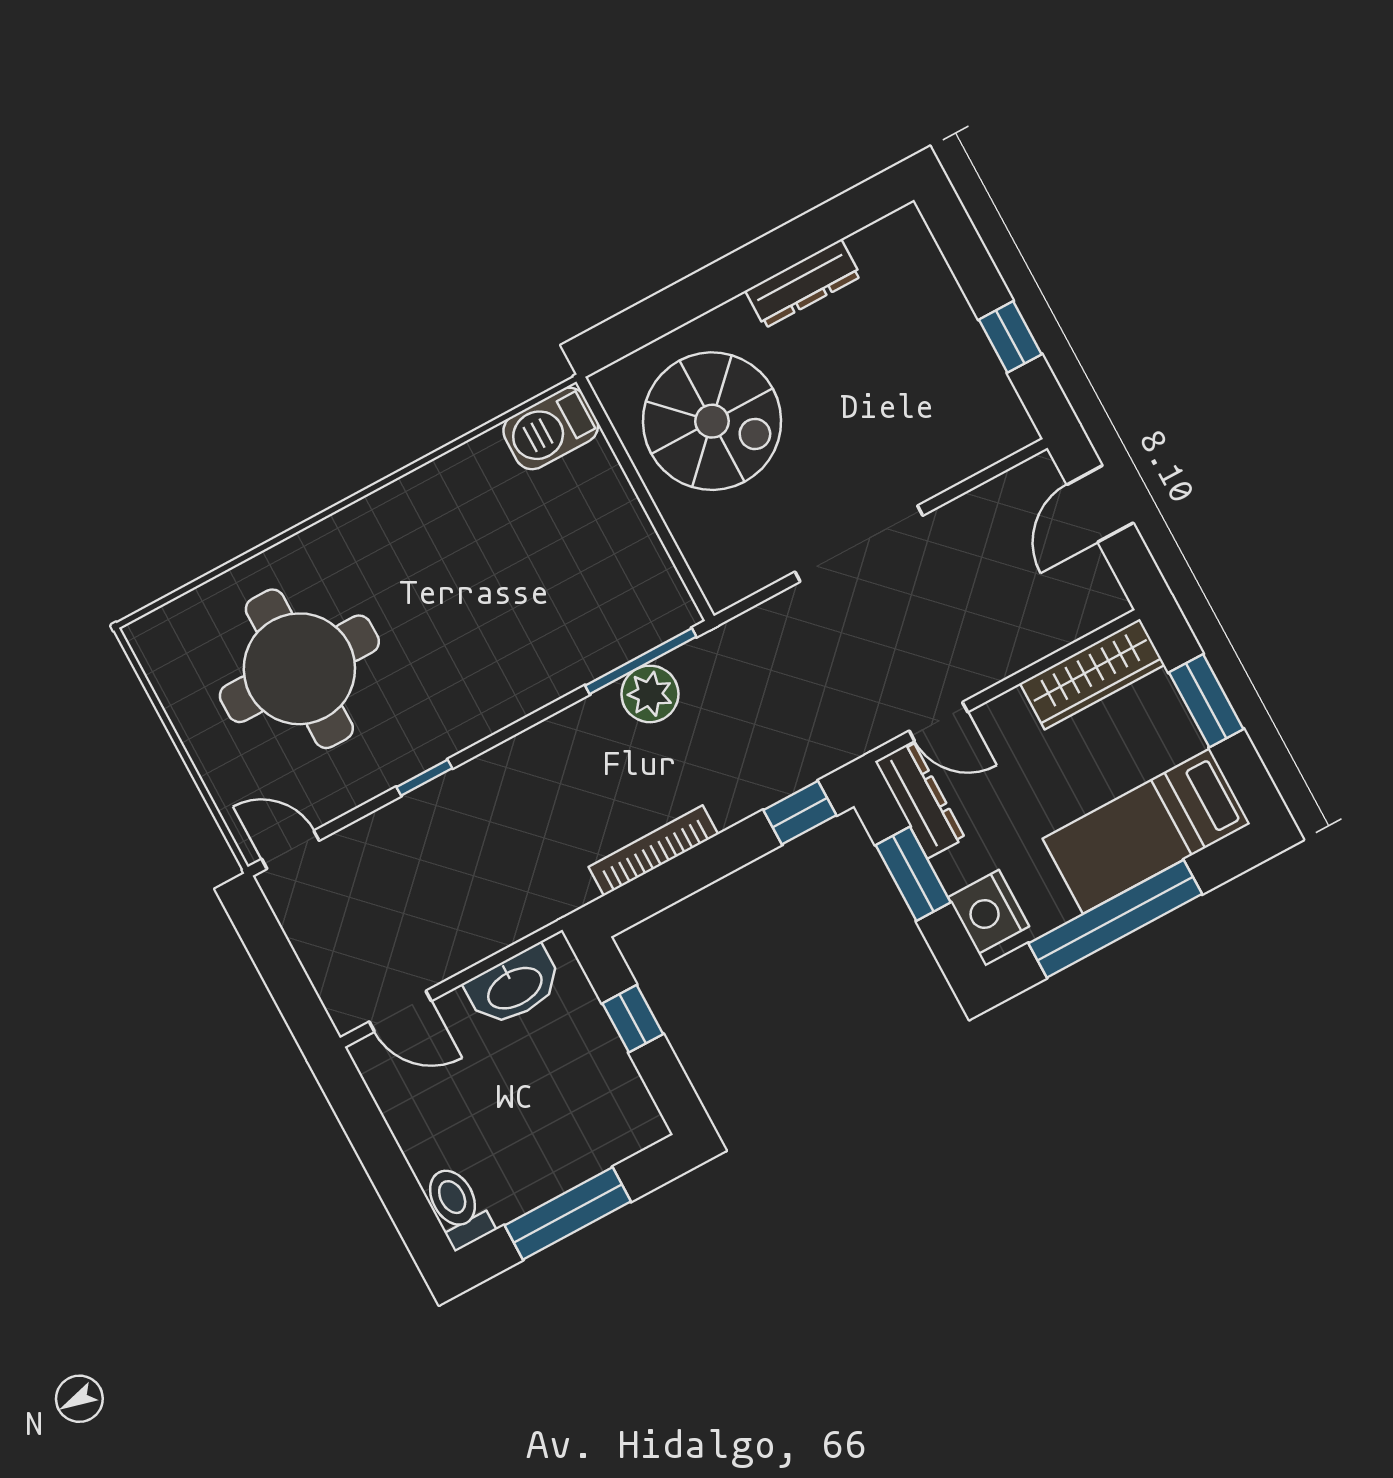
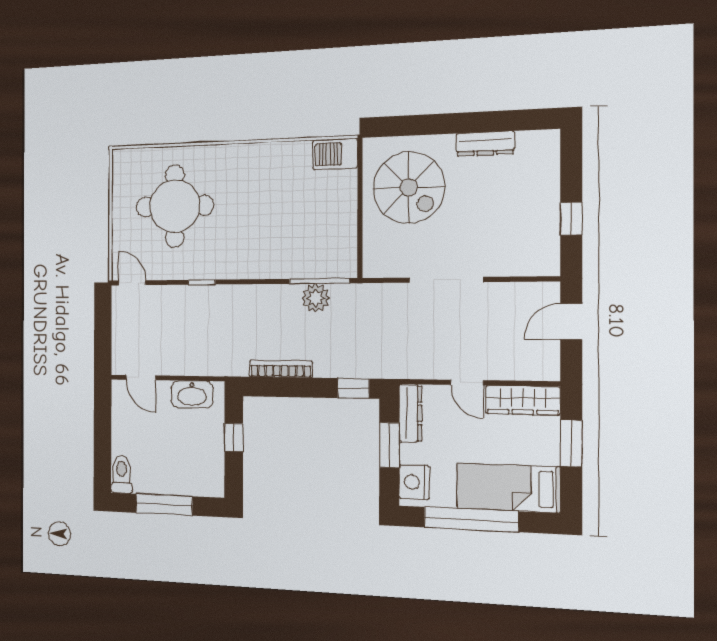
door: (938, 721) -> (467, 383), moved

